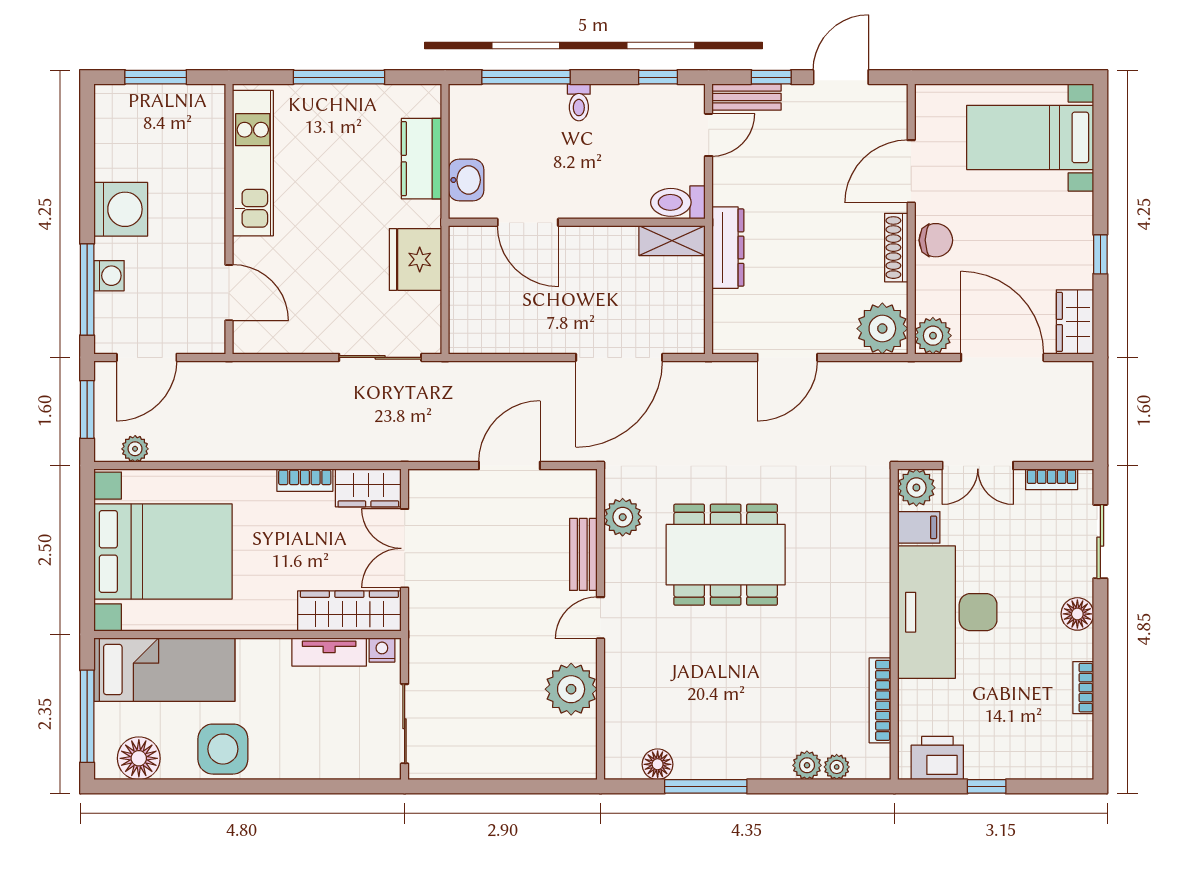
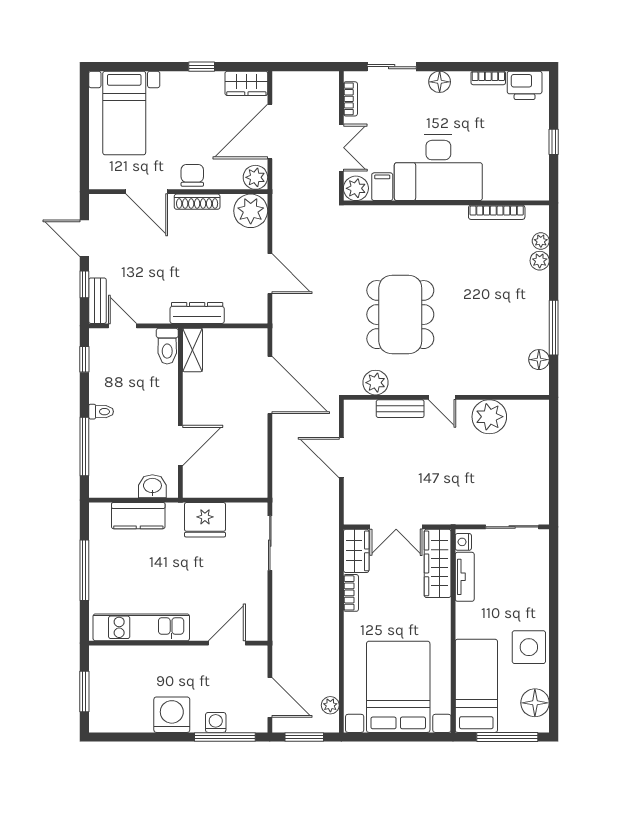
printer: (937, 758) -> (525, 85), moved, turned -90

